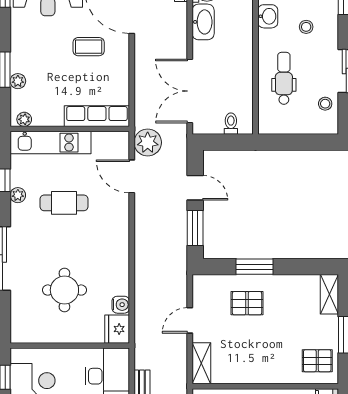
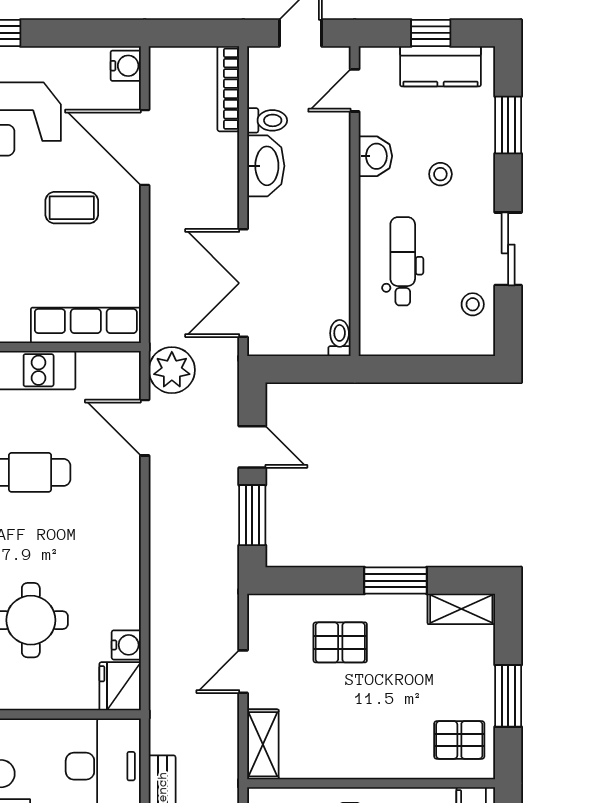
toilet: (231, 124) -> (340, 338), moved
window: (255, 267) -> (396, 581), moved
shelving: (329, 294) -> (461, 609), moved, turned 90

